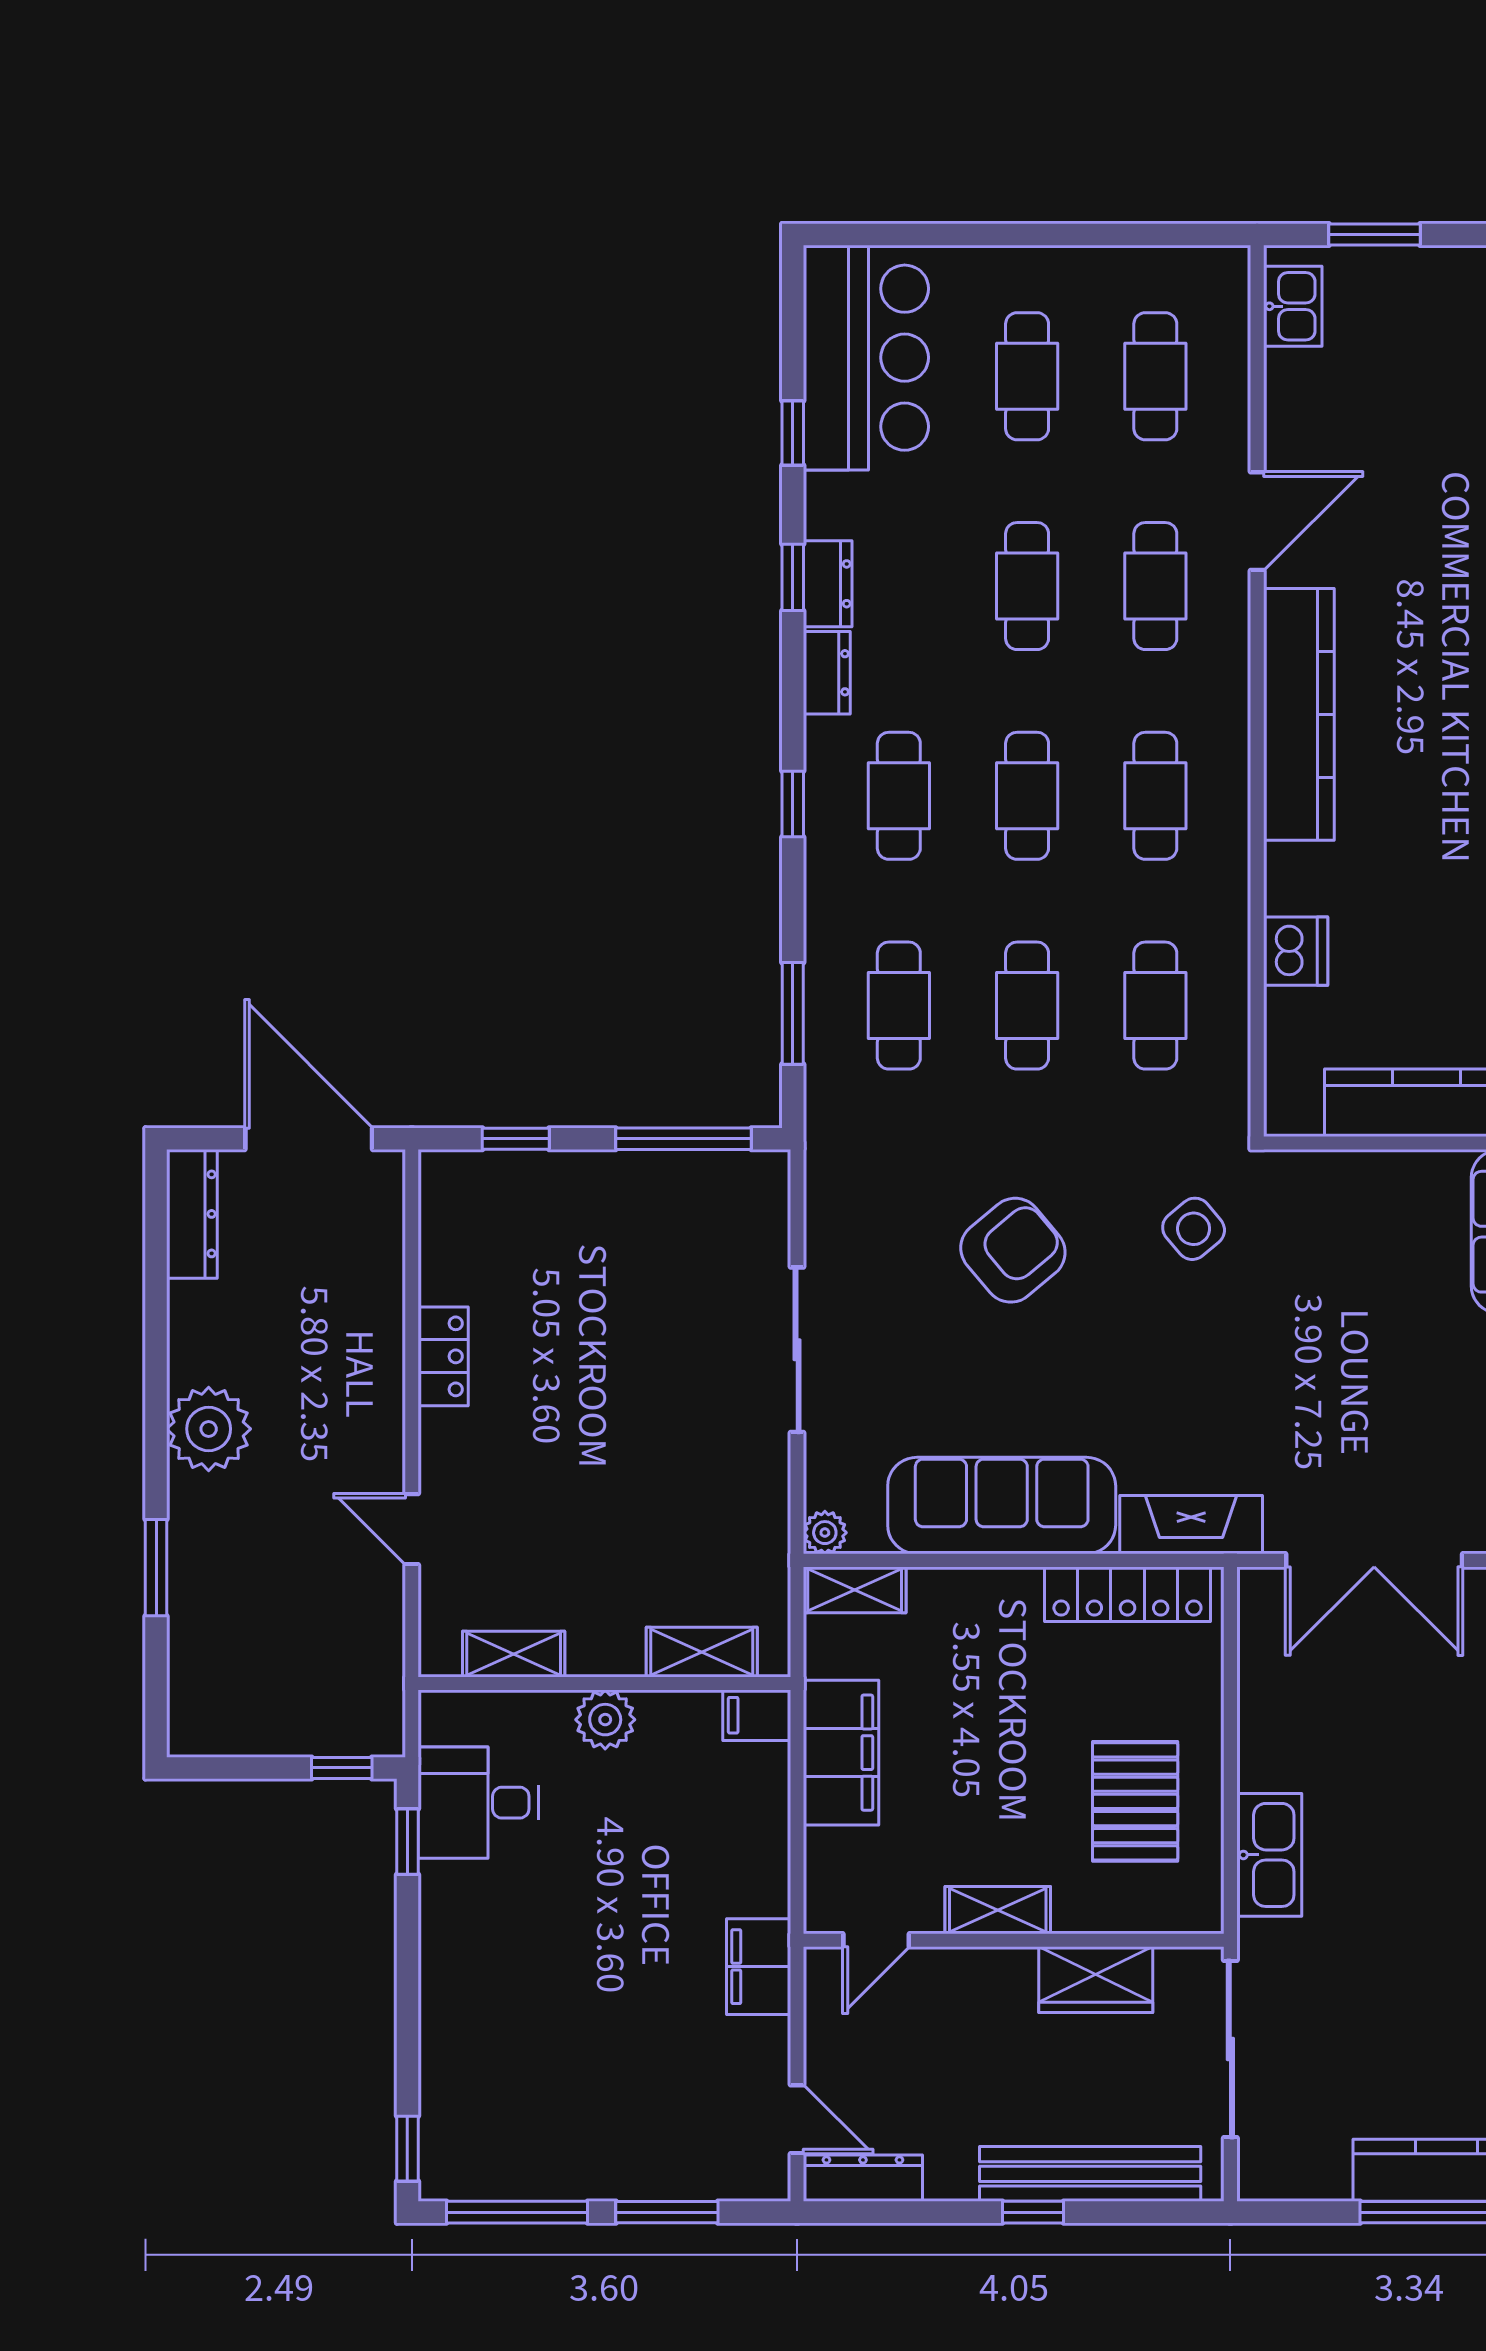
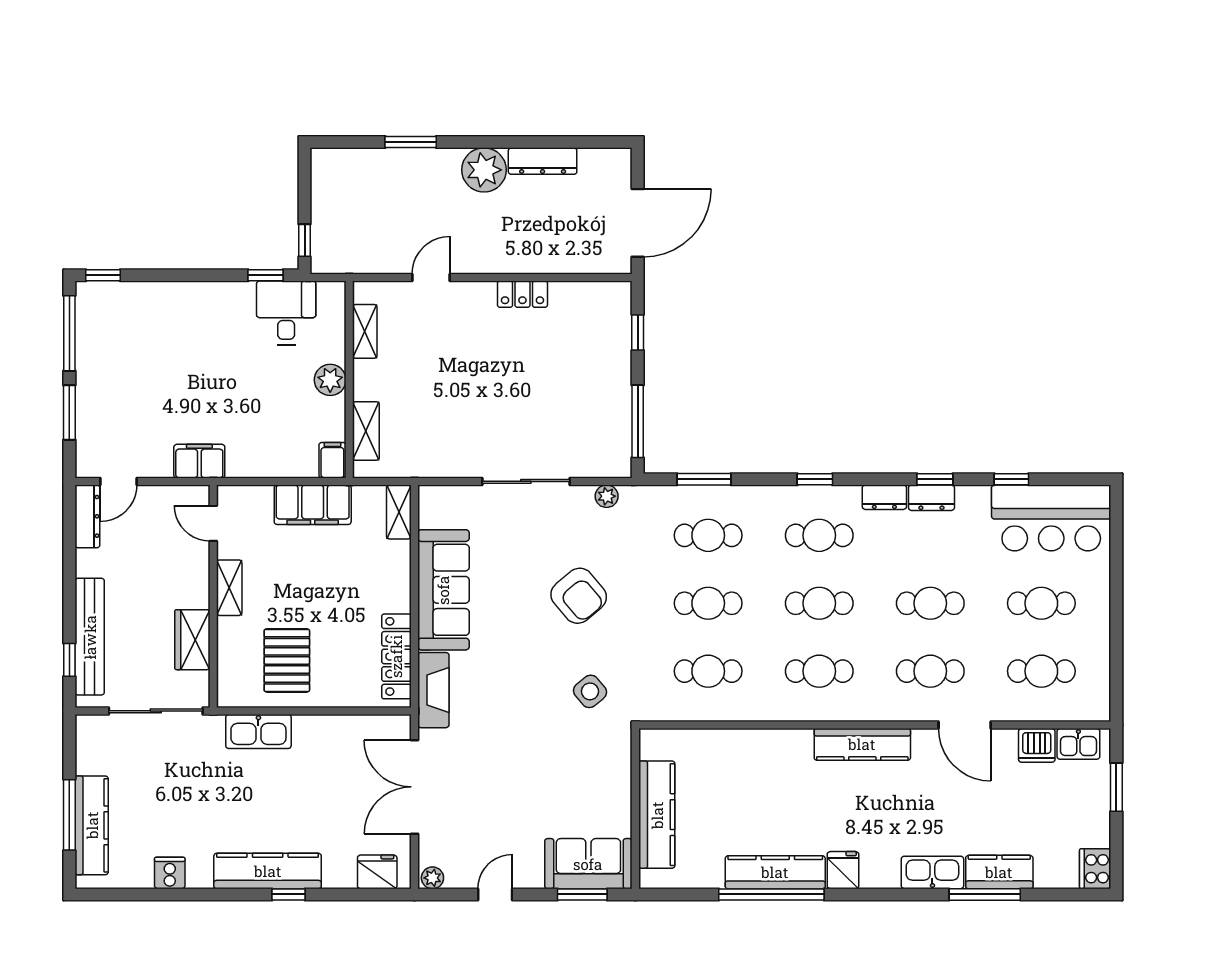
kitchen counter: (1299, 714) -> (862, 744), width x0.72, depth x0.86
dishwasher: (1296, 951) -> (1037, 745), moved
dresser: (192, 1214) -> (543, 161), moved
plant: (825, 1533) -> (607, 496), moved
pallet: (1135, 1801) -> (287, 660), turned 90
window: (1033, 2212) -> (69, 660), moved

